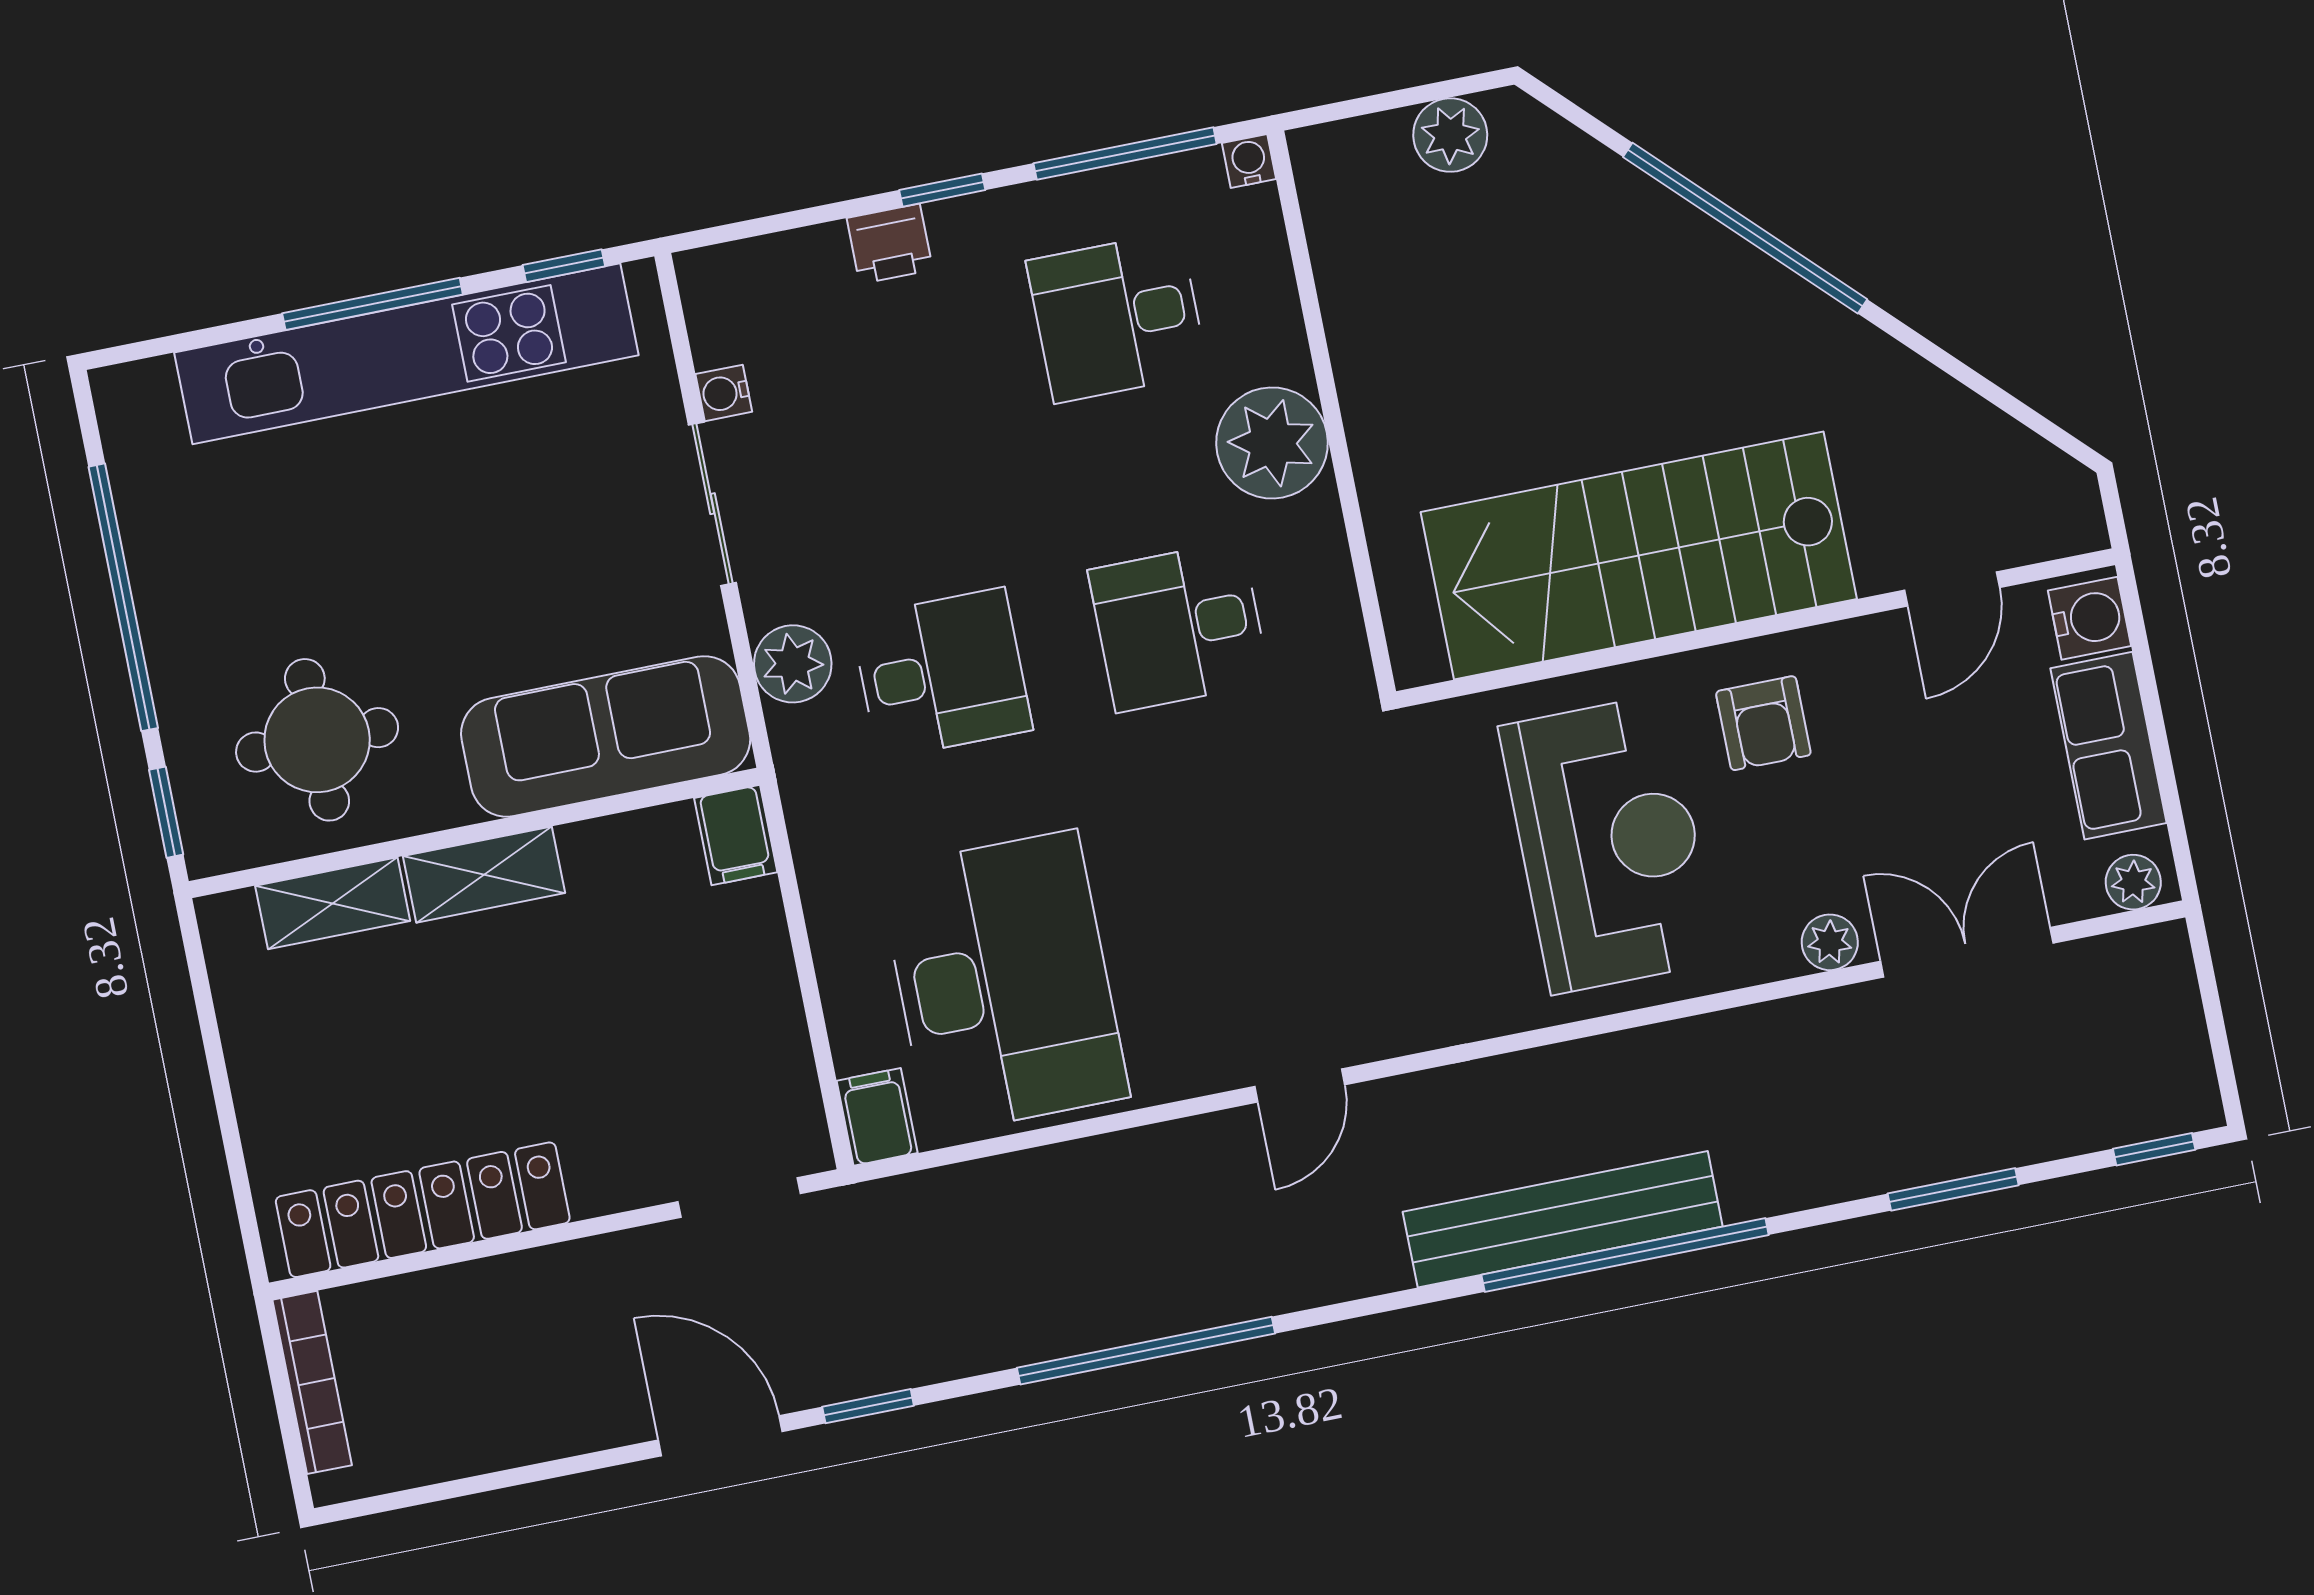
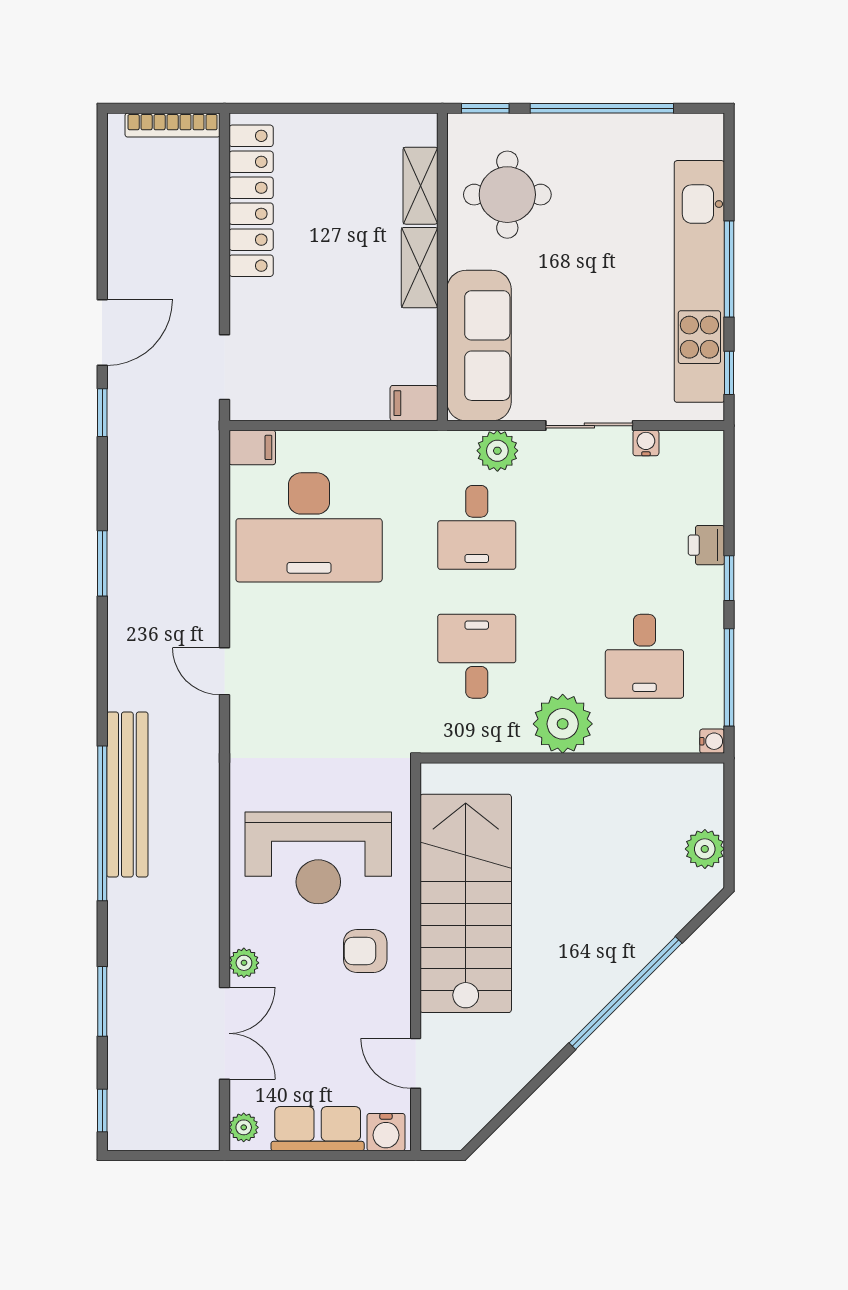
desk: (1117, 317) -> (644, 656), turned 180
window: (1146, 1351) -> (102, 563), width x0.47

